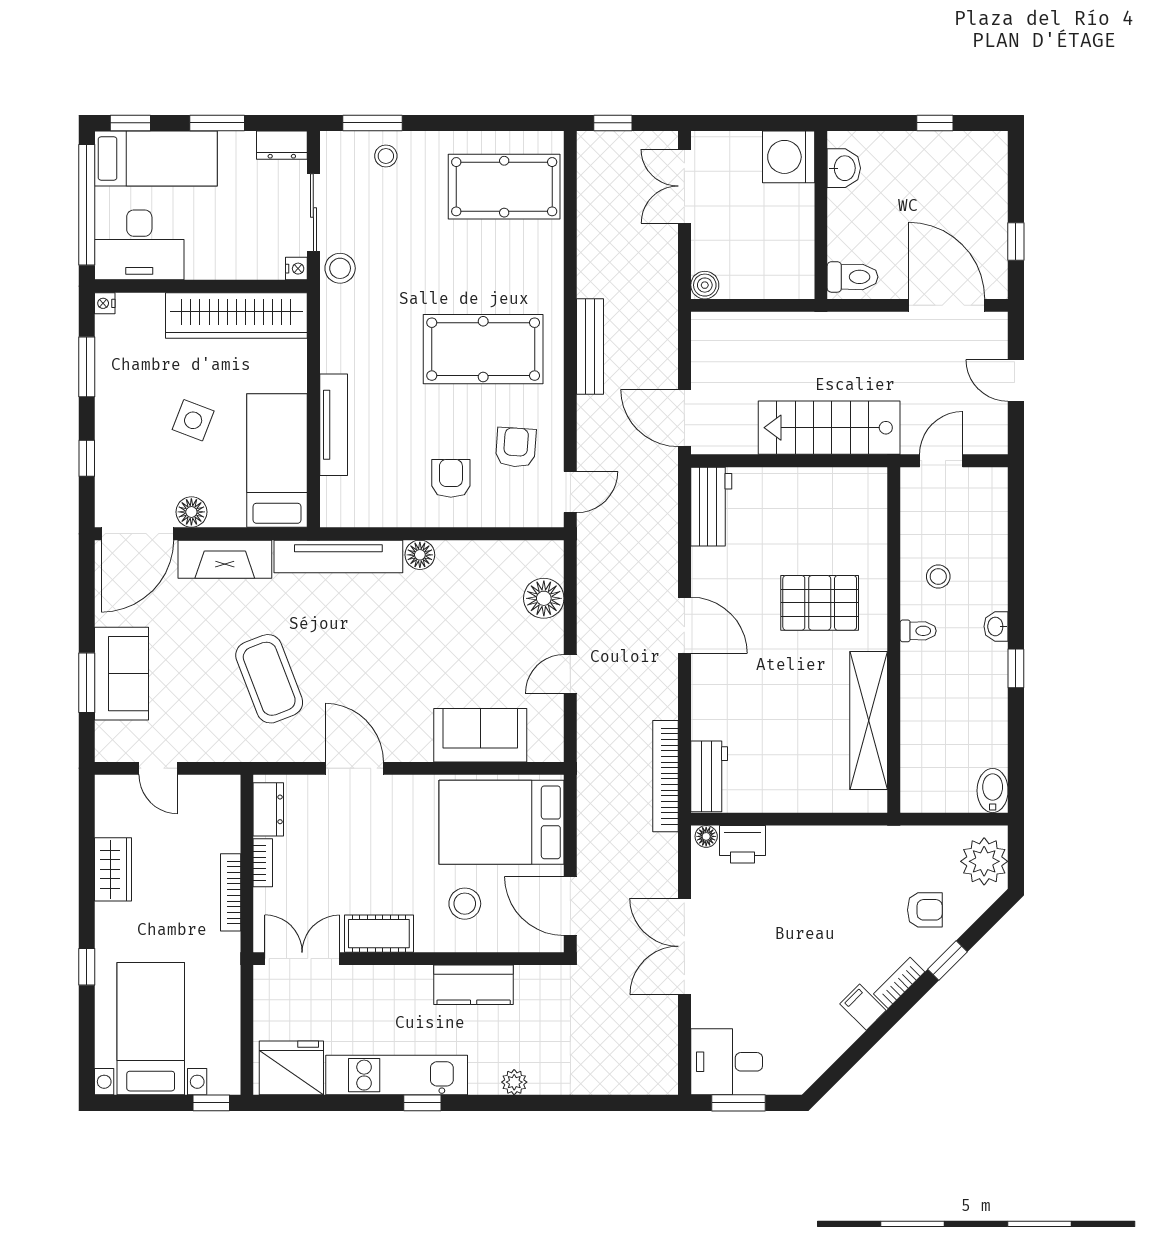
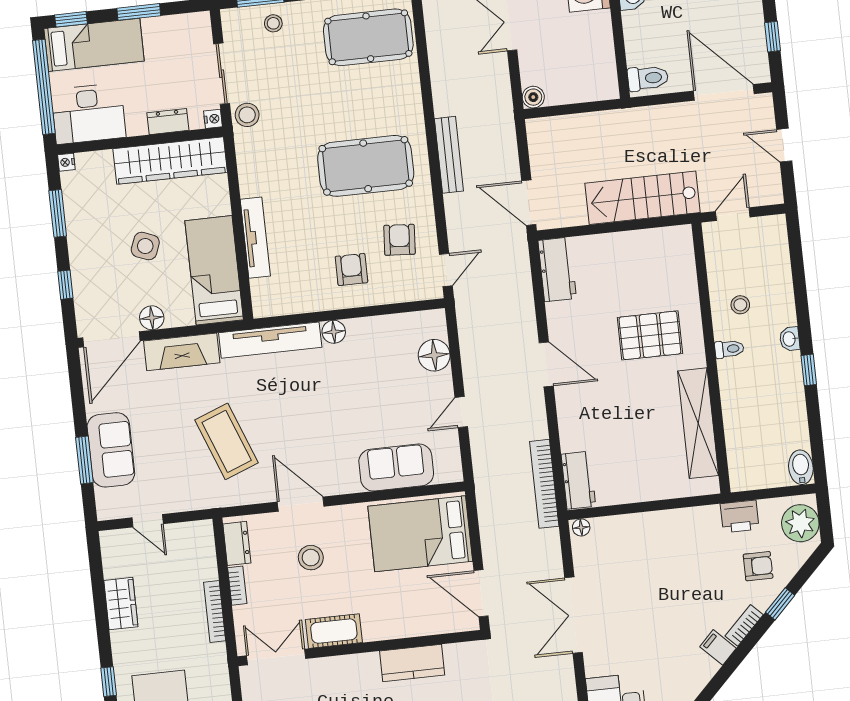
dresser: (282, 145) -> (168, 122), moved, turned 180
printer: (743, 844) -> (740, 516), moved
stool: (465, 904) -> (311, 558), moved

